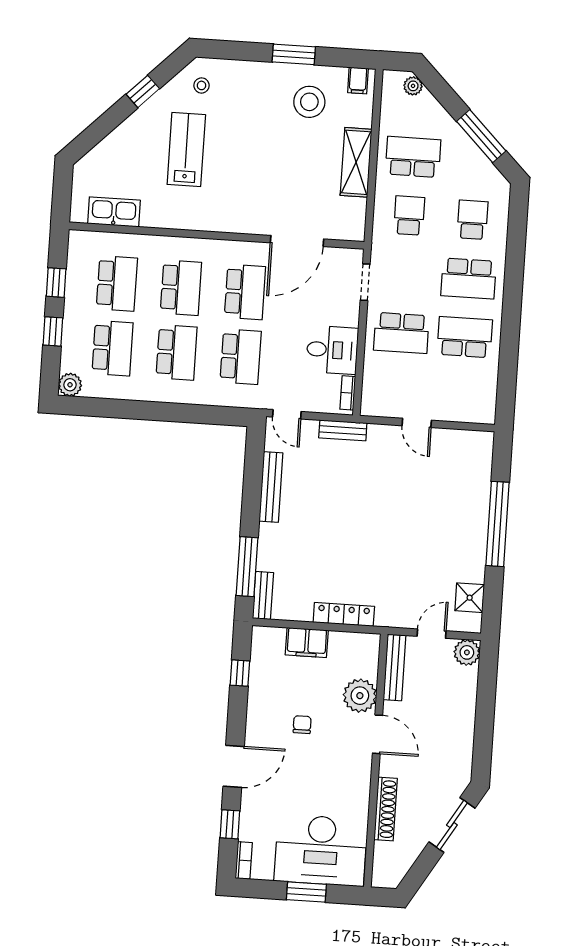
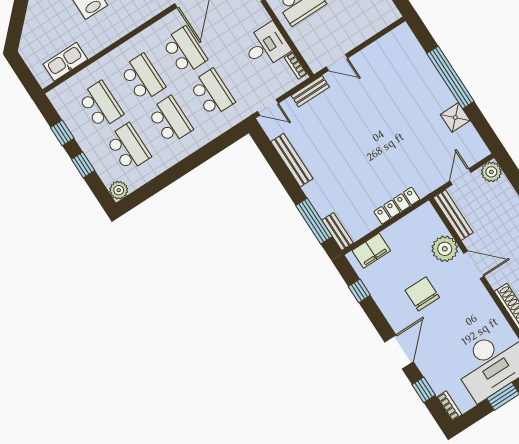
door: (417, 423) -> (337, 62), moved
shower: (470, 598) -> (455, 117), moved
filing cabinet: (307, 642) -> (371, 251), moved
chair: (302, 725) -> (422, 294), width x1.87, depth x1.87

